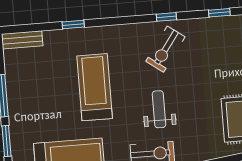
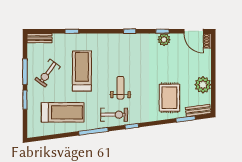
plant: (223, 26) -> (164, 40), added
exercise bike: (165, 49) -> (48, 73), moved

